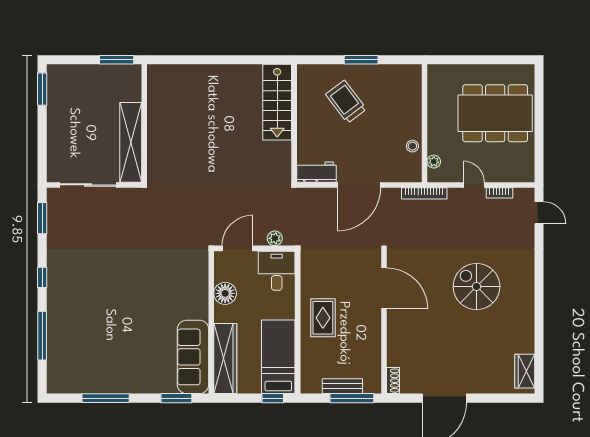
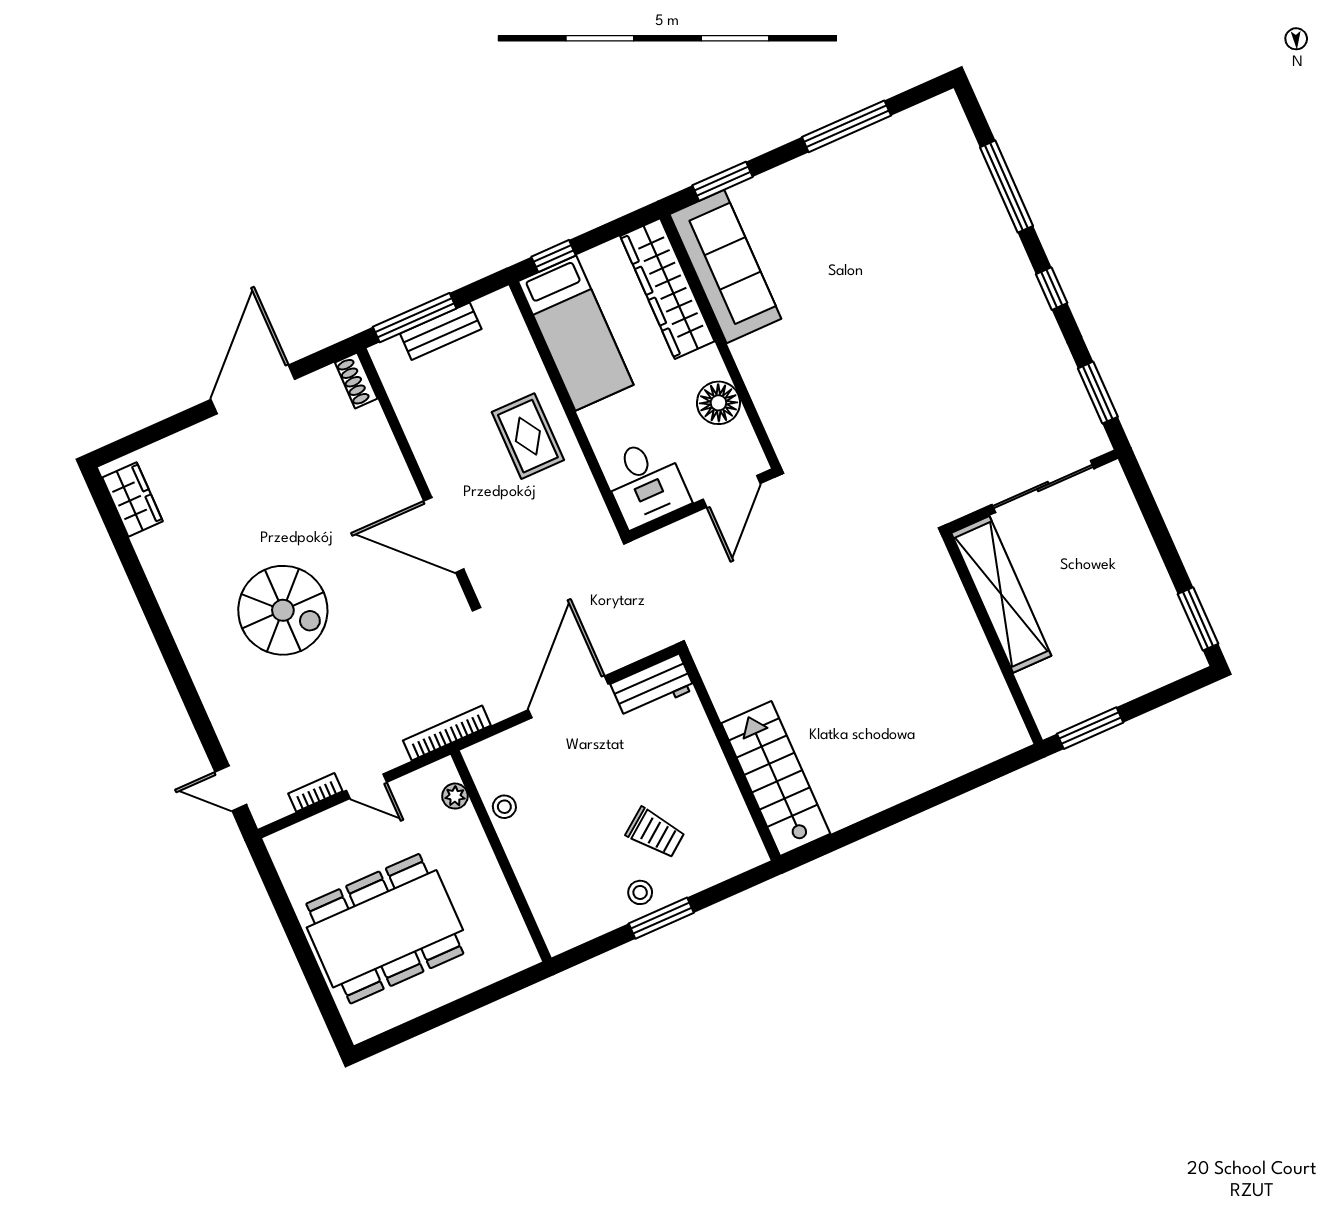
stool: (366, 77) -> (640, 892), added
trolley: (346, 102) -> (655, 833), width x0.73, depth x0.72
plant: (275, 238) -> (674, 538), removed

